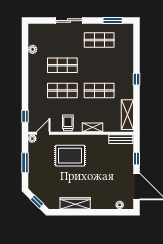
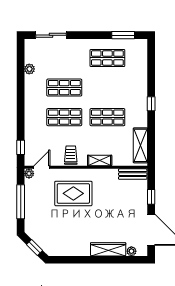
sliding door: (69, 21) -> (51, 35), moved
window: (25, 163) -> (21, 202), width x1.44
wardrobe: (75, 203) -> (108, 249), moved

